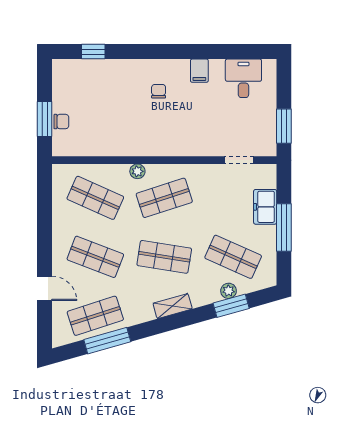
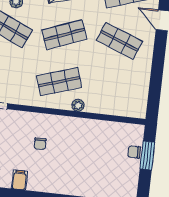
chair: (159, 91) -> (40, 144), moved
shop shelf: (95, 198) -> (114, 88), removed
shop shelf: (164, 257) -> (64, 35), turned -30

